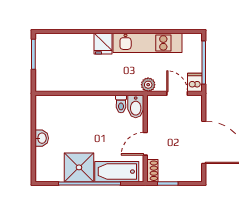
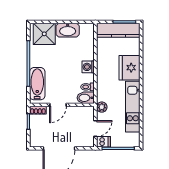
fridge: (103, 44) -> (130, 68), width x1.88, depth x1.34
kitchen counter: (45, 62) -> (118, 30), added
washing machine: (94, 103) -> (88, 67), added
washbasin: (42, 138) -> (68, 30), width x1.91, depth x1.45
door: (145, 144) -> (58, 105), swing flipped
shower: (79, 167) -> (44, 34), moved

